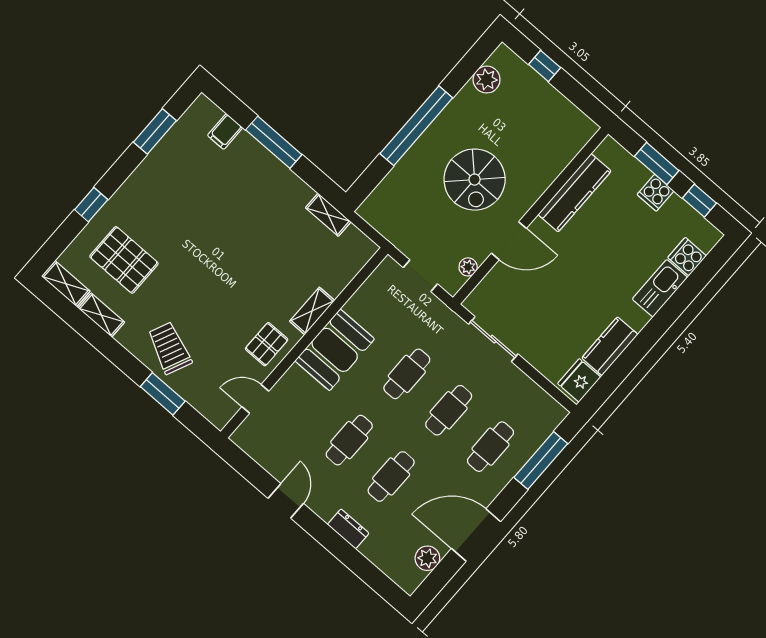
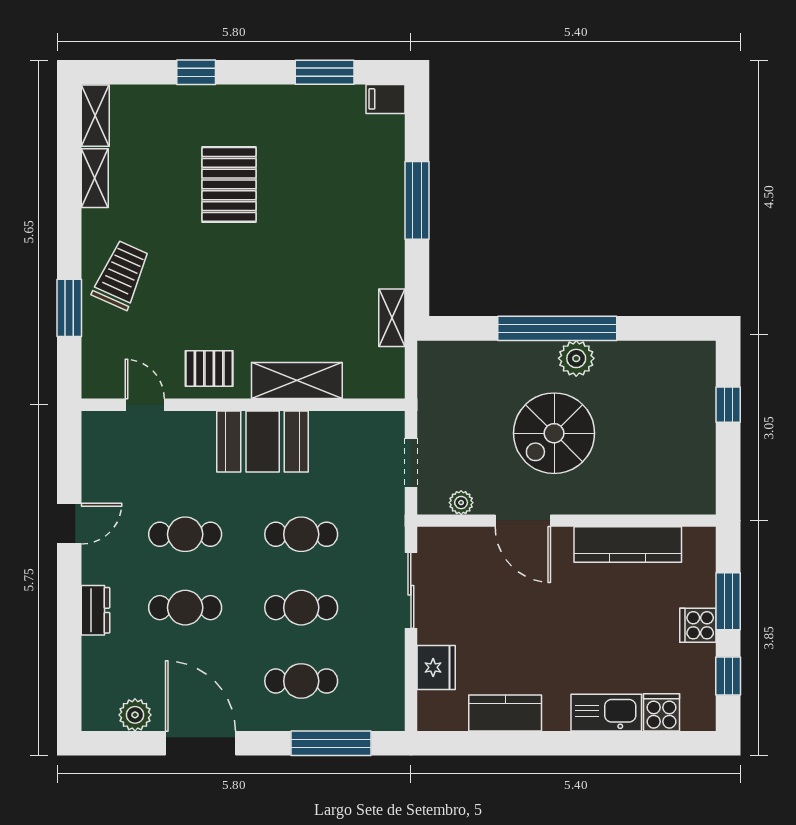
plant: (487, 80) -> (576, 358), moved
filing cabinet: (225, 132) -> (385, 99), moved
pallet: (124, 260) -> (229, 184), moved
shelving: (312, 311) -> (297, 380), width x1.50, depth x1.33
fridge: (579, 380) -> (436, 667), moved, turned 90

